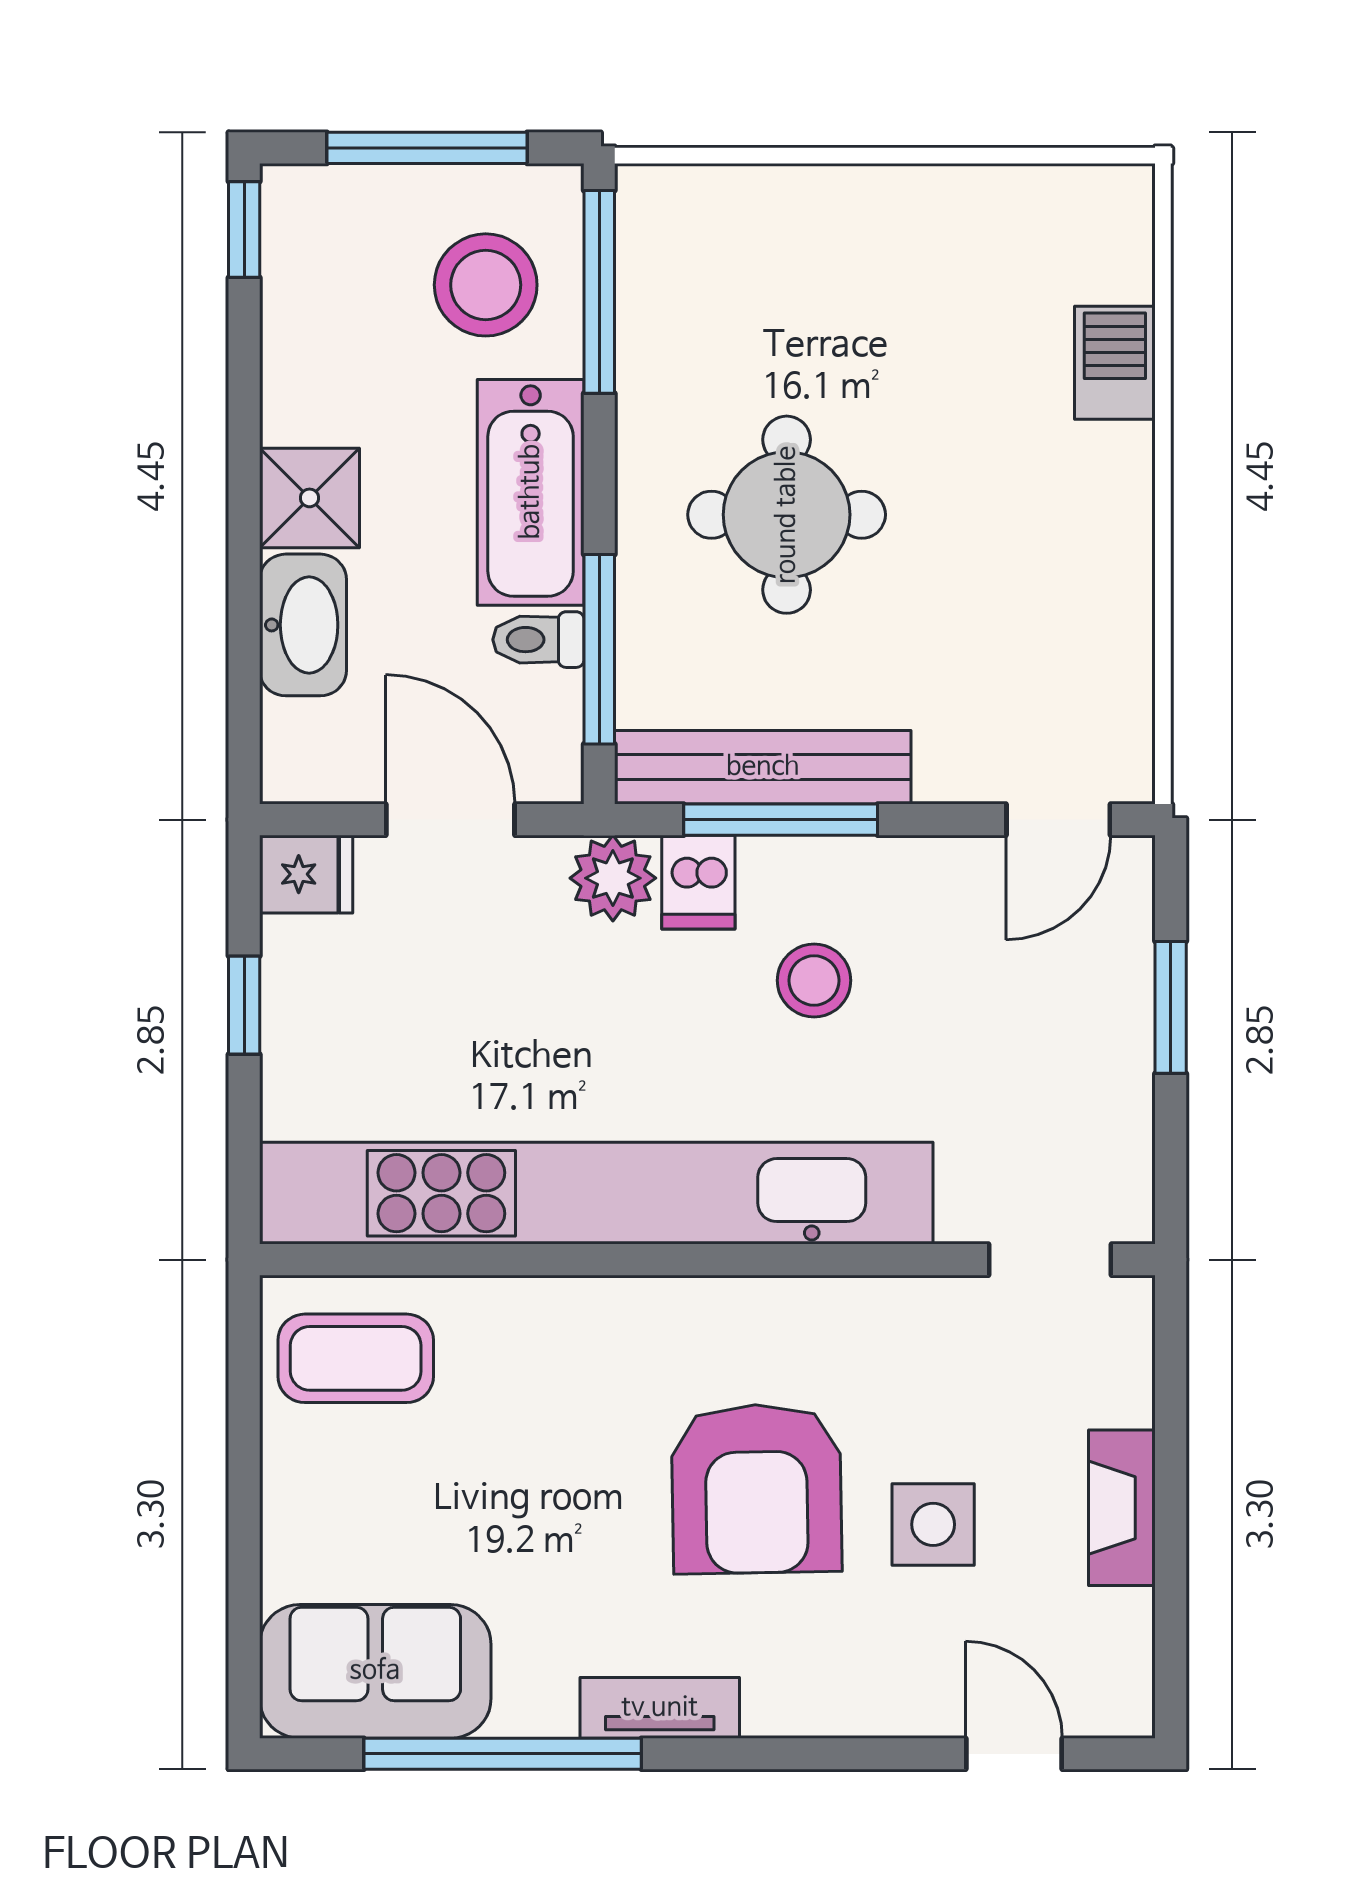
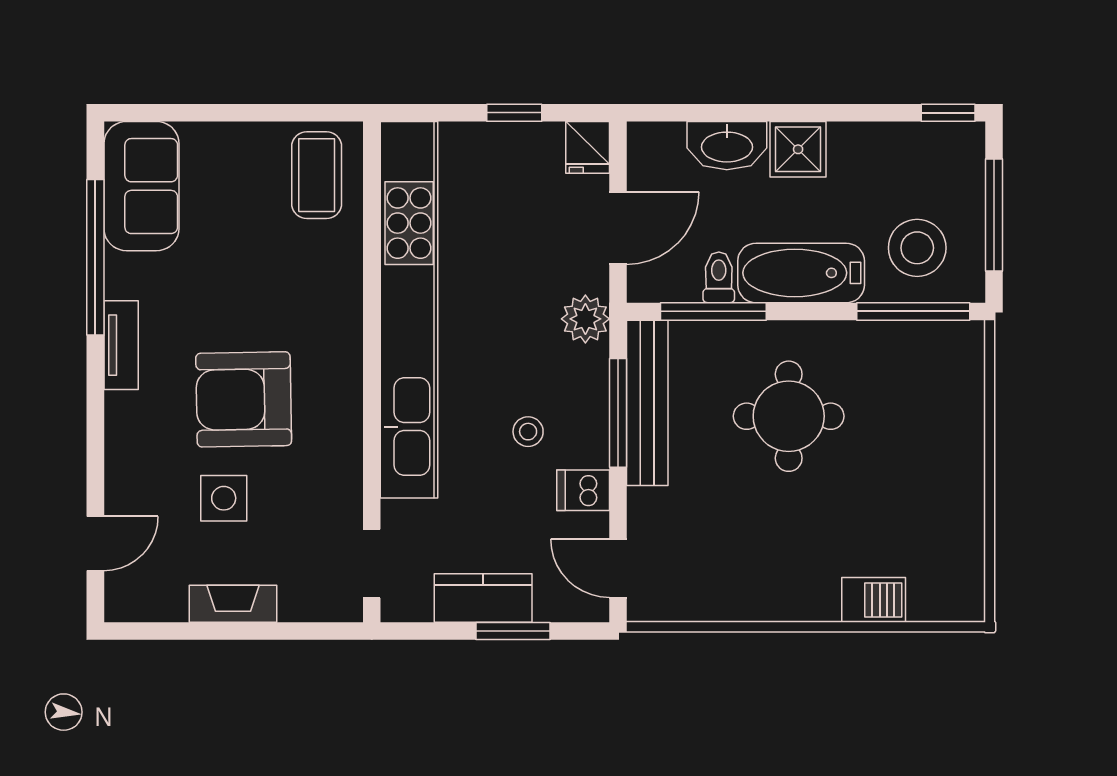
dishwasher: (698, 882) -> (583, 490), moved
stool: (814, 980) -> (528, 432), width x0.73, depth x0.73
kitchen counter: (1112, 1061) -> (483, 598), added

